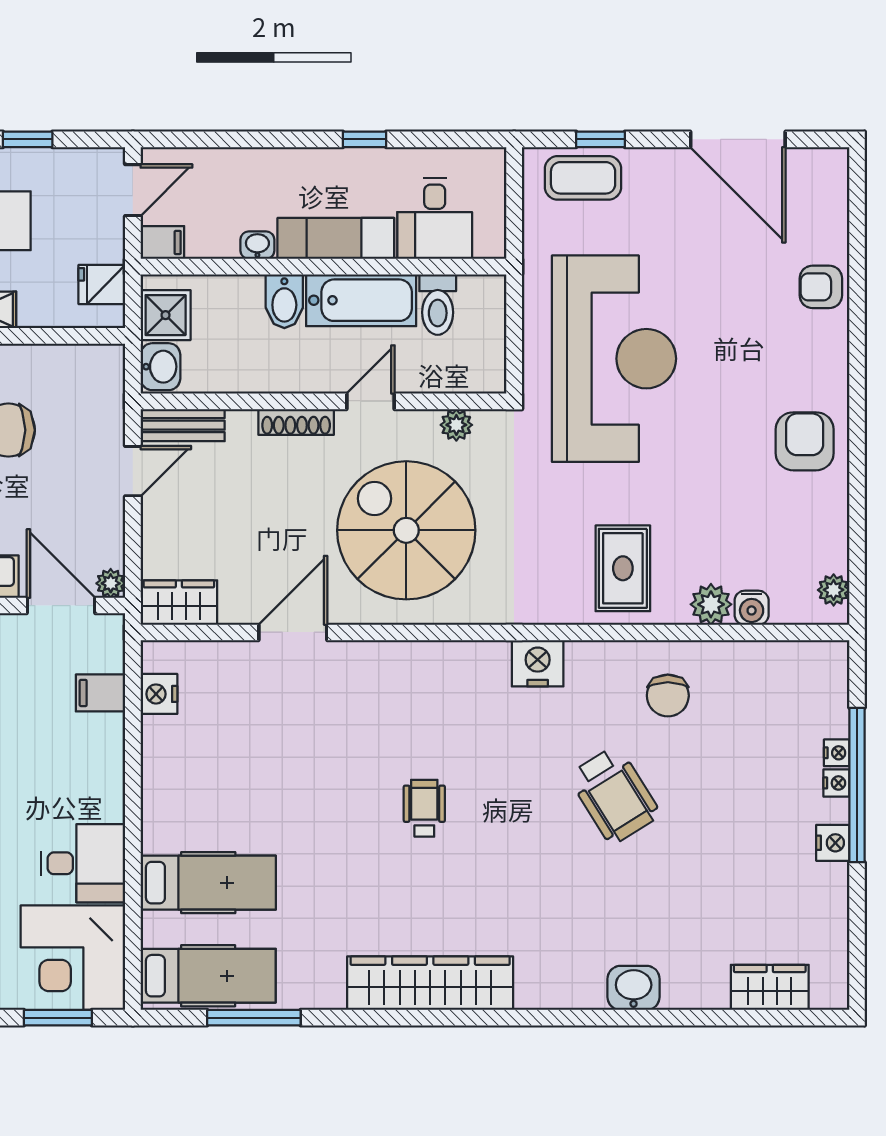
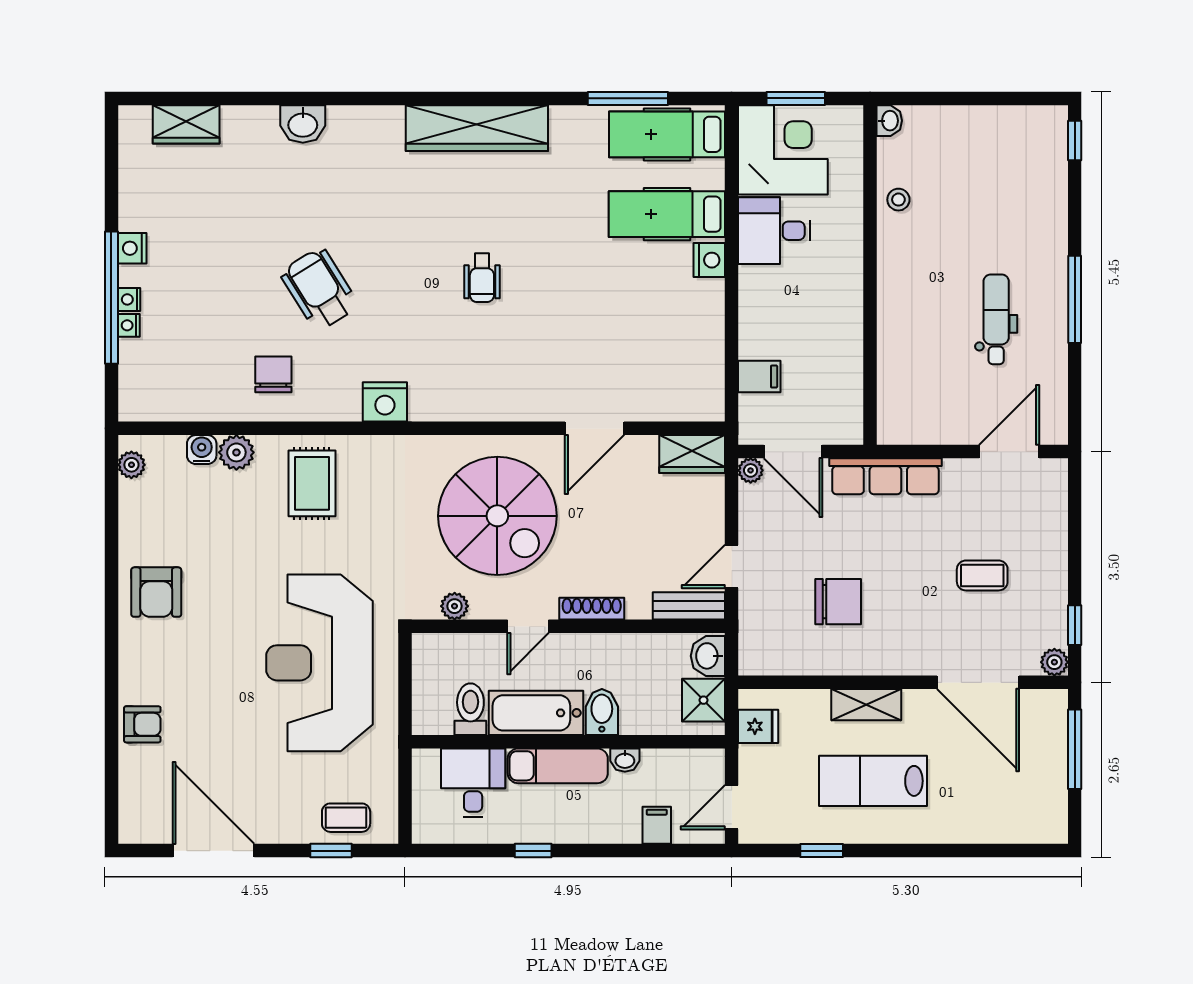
coffee table: (583, 178) -> (346, 818), width x0.73, depth x0.77
filing cabinet: (162, 242) -> (657, 825), moved, turned 90
nightstand: (159, 694) -> (709, 260), moved

